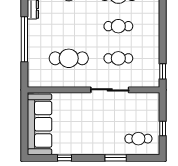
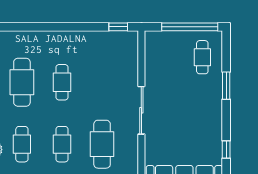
cafe table: (118, 58) -> (62, 144), moved
sliding door: (110, 90) -> (141, 110), moved
window: (163, 129) -> (190, 27), width x3.17

